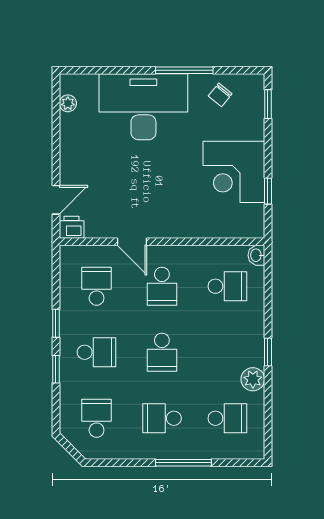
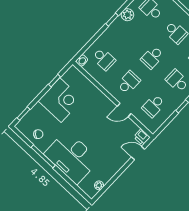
door: (132, 242) -> (124, 110), swing flipped
school desk: (227, 286) -> (104, 59), turned 180
school desk: (162, 352) -> (152, 57), turned 180

